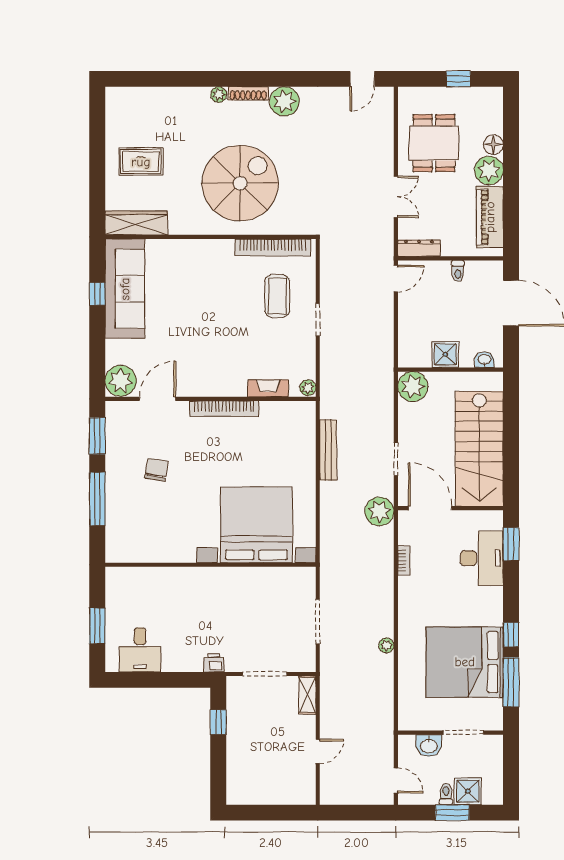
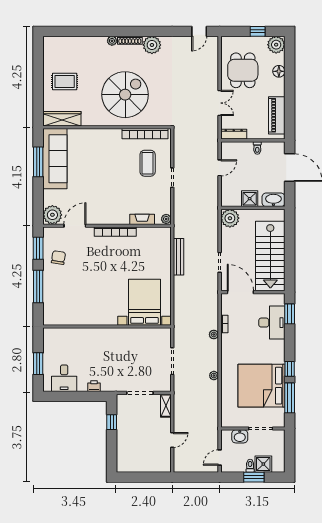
plant: (489, 170) -> (276, 45), moved
door: (396, 278) -> (220, 168), moved
window: (97, 294) -> (38, 162), width x2.17
washbasin: (484, 360) -> (273, 200), width x1.91, depth x1.45
chair: (156, 470) -> (58, 258), moved
plant: (379, 511) -> (214, 334), moved, width x0.53, depth x0.53
bed with nightstands: (256, 525) -> (144, 302), width x0.73
printer: (214, 663) -> (94, 386), moved
door: (396, 780) -> (220, 458), swing flipped

